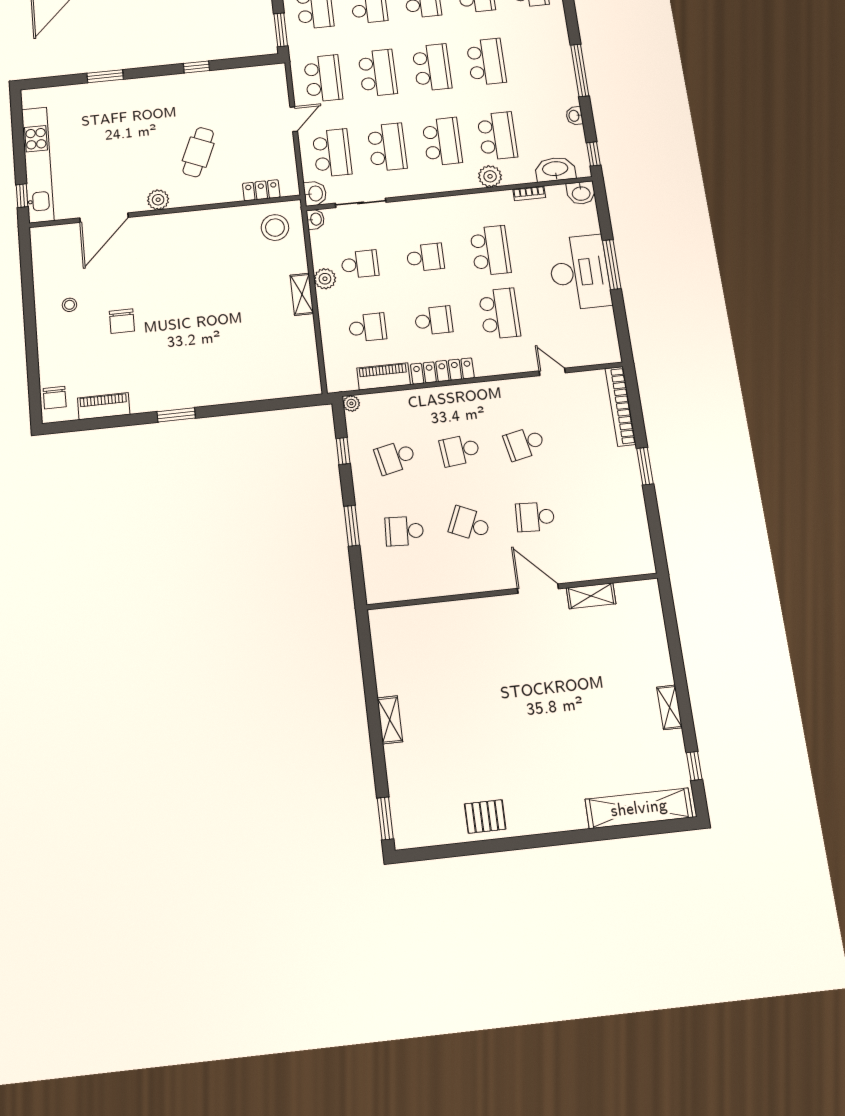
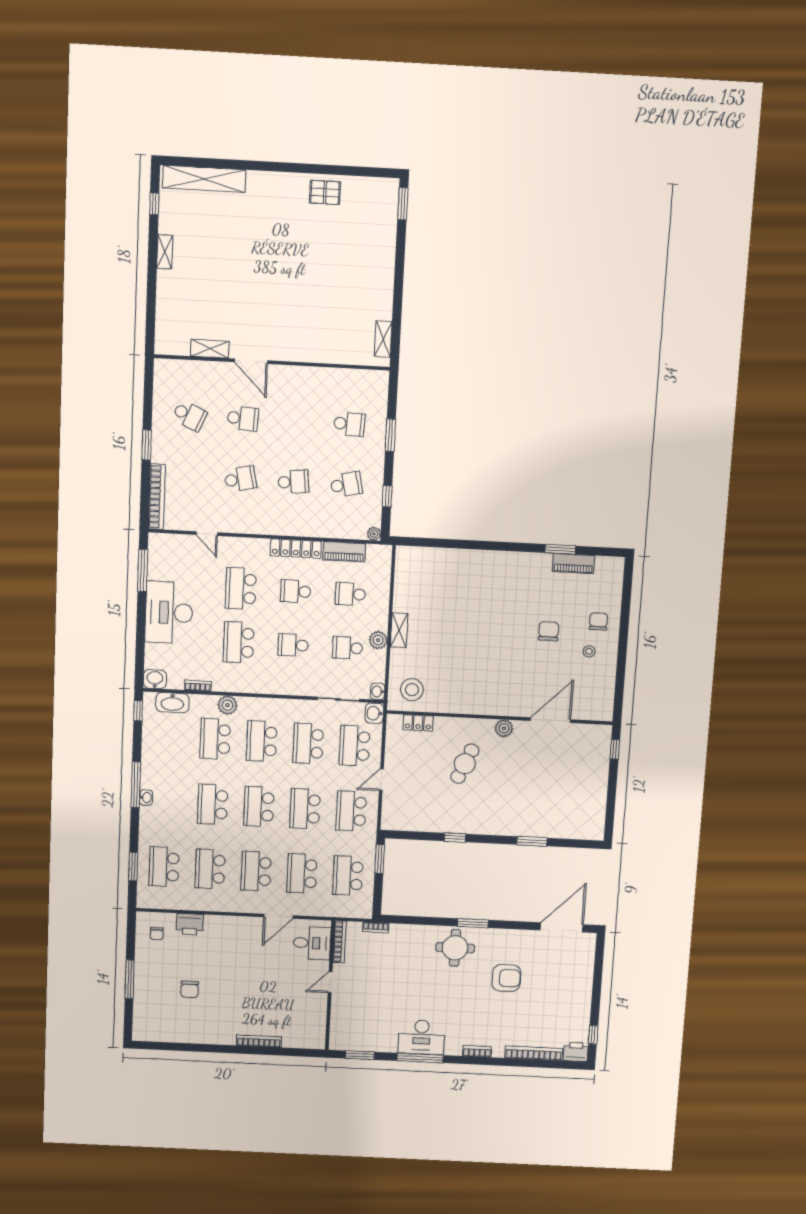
washbasin: (574, 116) -> (146, 798), moved
kitchen unit: (38, 165) -> (598, 774), removed
window: (612, 264) -> (143, 570), moved
chair: (55, 398) -> (598, 621), moved
window: (176, 415) -> (560, 549), moved
school desk: (470, 524) -> (189, 416), moved
shelving: (390, 720) -> (383, 339), moved

